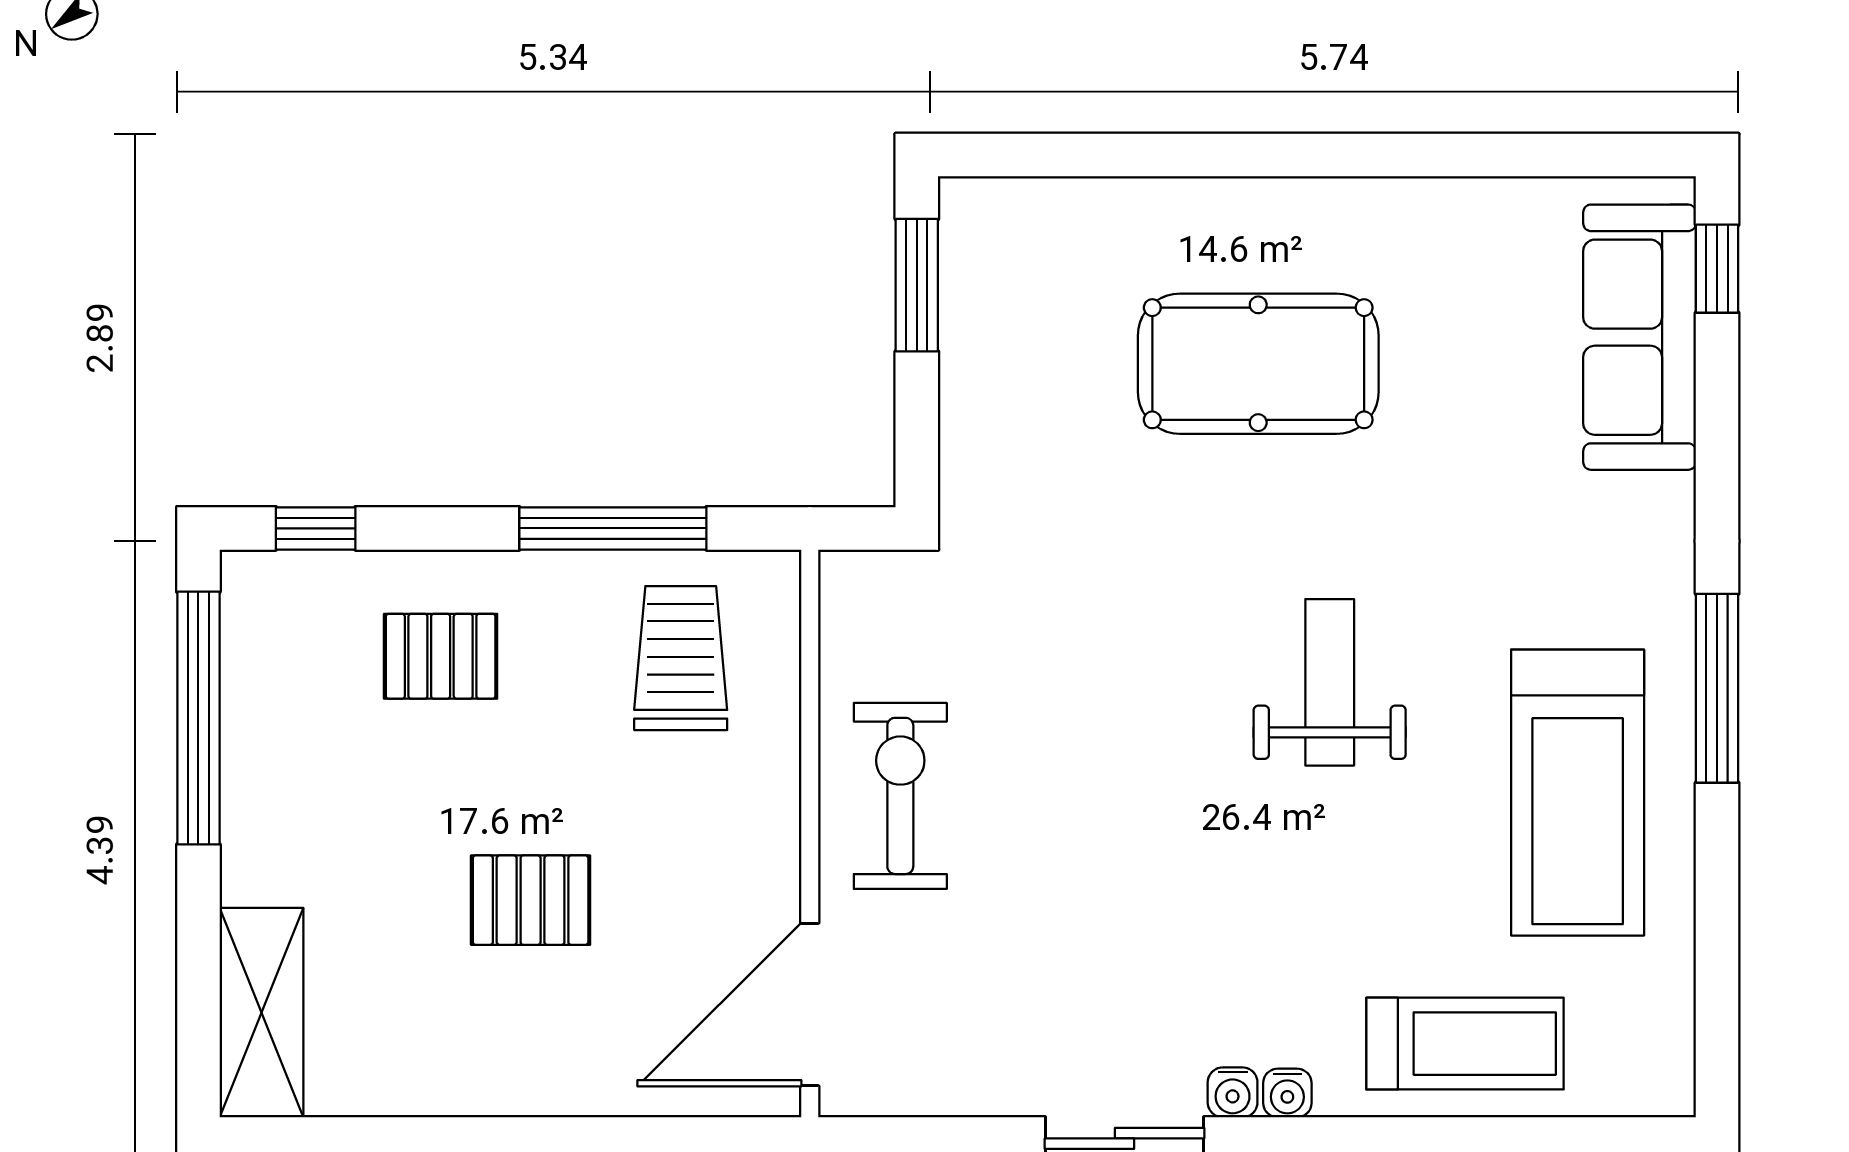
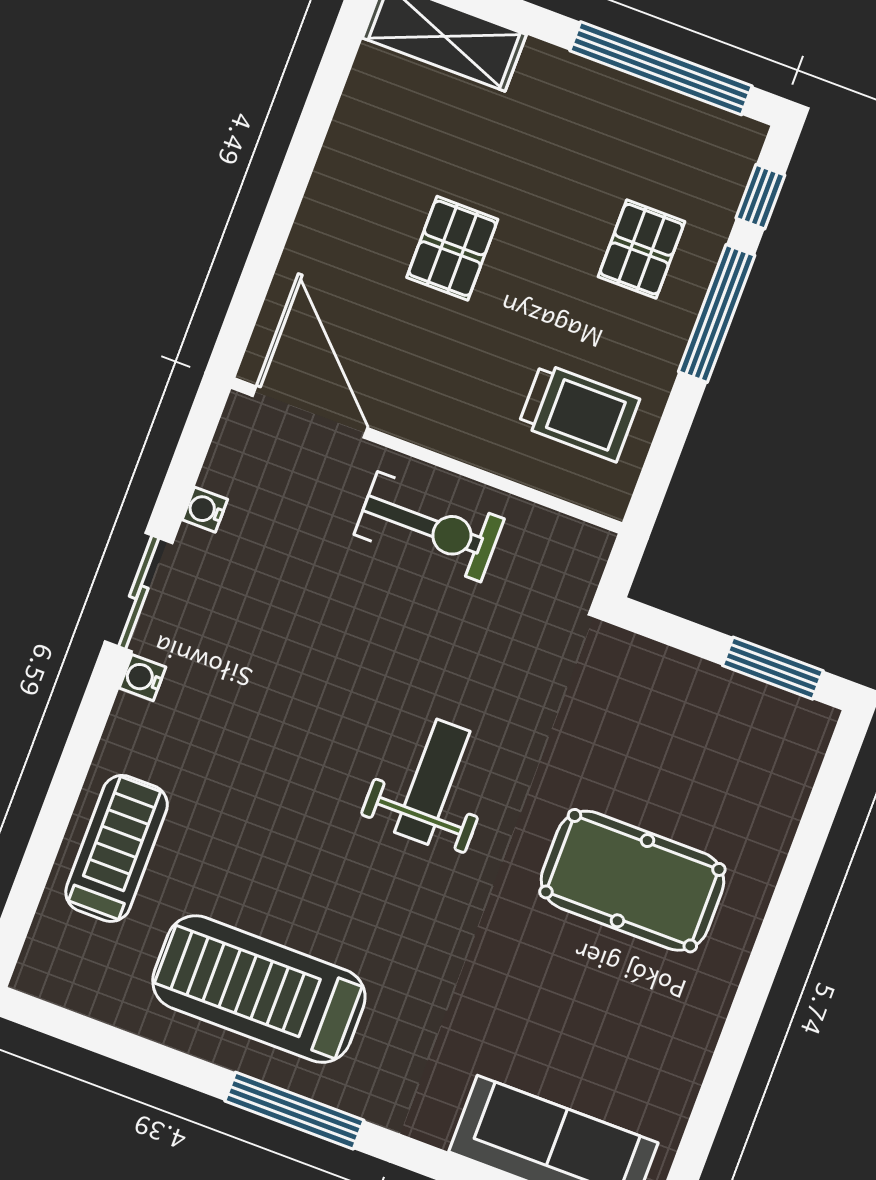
pool table: (1258, 364) -> (632, 881), turned 90
window: (613, 528) -> (717, 313), moved
weight bench: (1330, 682) -> (432, 782), moved, turned -90
treadmill: (1465, 1044) -> (117, 848), turned 180
water cooler: (1287, 1093) -> (205, 510), moved

